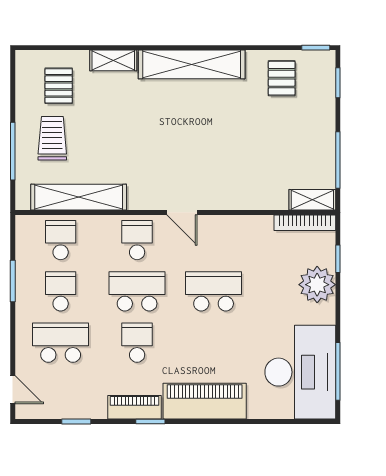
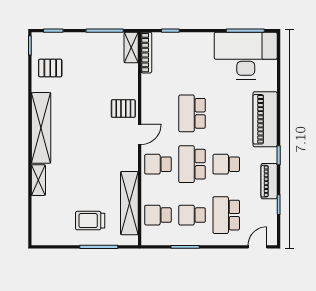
pallet: (59, 86) -> (123, 109), moved
plant: (317, 285) -> (187, 44), removed
piano: (135, 407) -> (269, 181), moved

